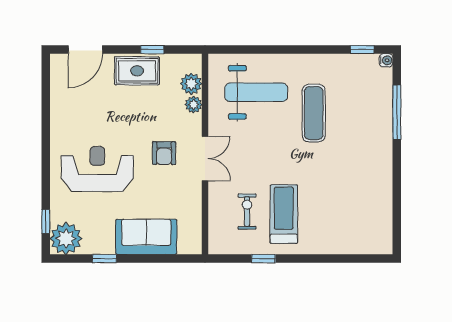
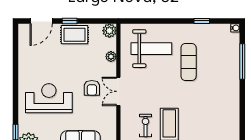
window: (152, 50) -> (70, 21), moved
window: (362, 50) -> (202, 21), moved
plant: (191, 84) -> (109, 31), moved
double door: (205, 159) -> (118, 91), swing flipped

